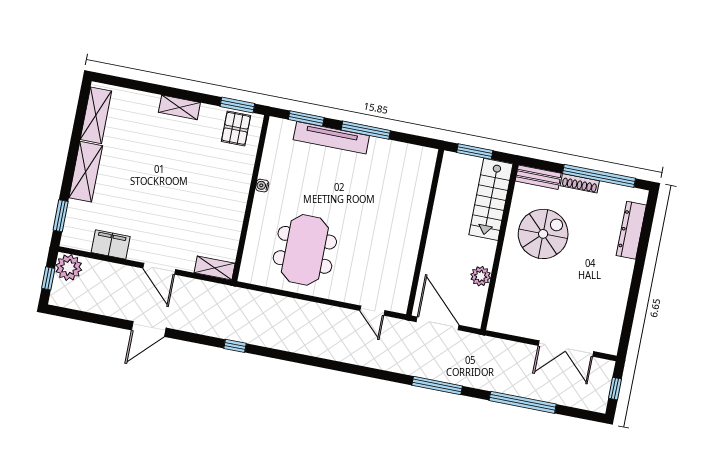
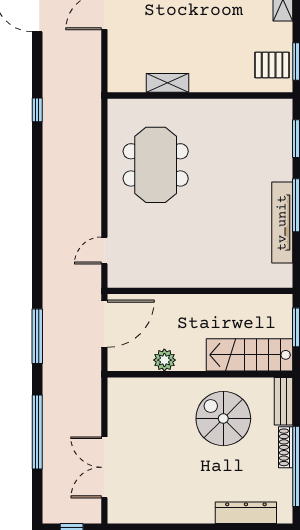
tv unit: (331, 138) -> (282, 223), moved
water cooler: (262, 186) -> (216, 105), removed
spiral stairs: (543, 234) -> (223, 419), turned 180
meeting table: (305, 250) -> (156, 165), turned 90
shelving: (215, 268) -> (167, 83), moved, turned 90

